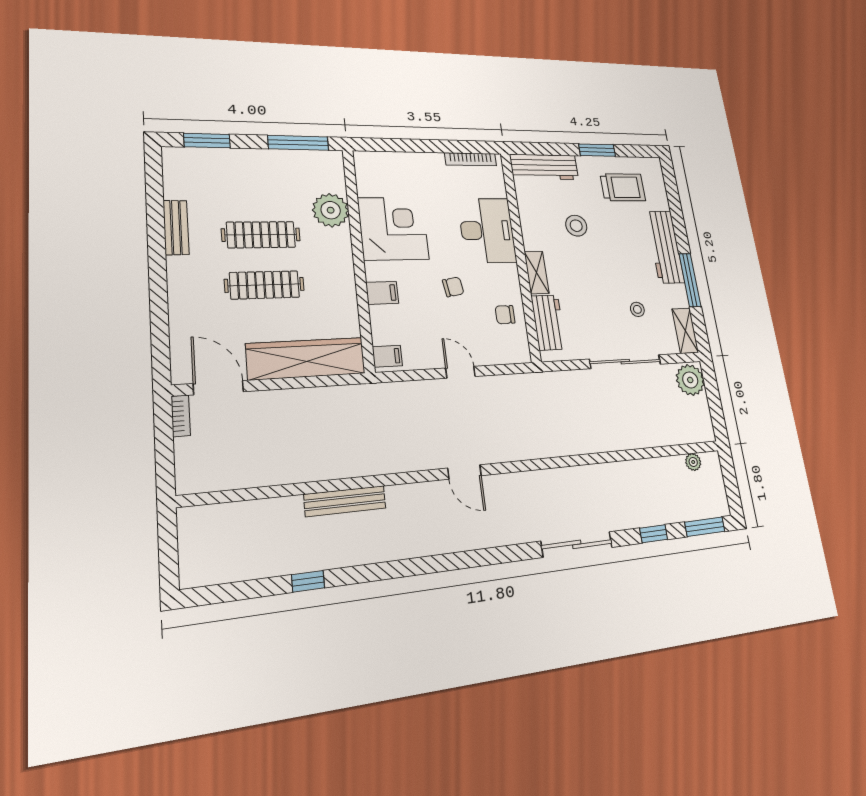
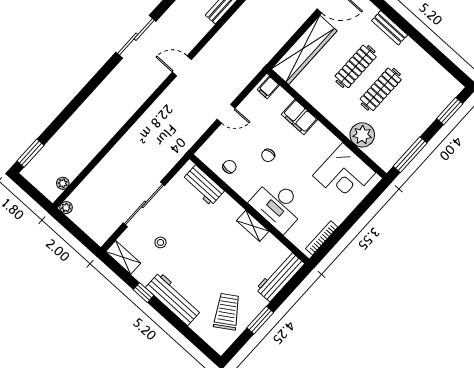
trolley: (623, 187) -> (227, 312), turned 147
stool: (576, 226) -> (234, 258), removed
bench: (176, 227) -> (390, 28), moved
corner desk: (393, 229) -> (344, 174), moved
shelving: (537, 273) -> (253, 226), moved
window: (690, 280) -> (143, 293), width x0.46
filing cabinet: (382, 293) -> (299, 117), width x2.00
plant: (690, 380) -> (66, 208), moved, width x0.53, depth x0.53
window: (654, 534) -> (57, 124), removed
sliding door: (577, 544) -> (136, 37), moved

